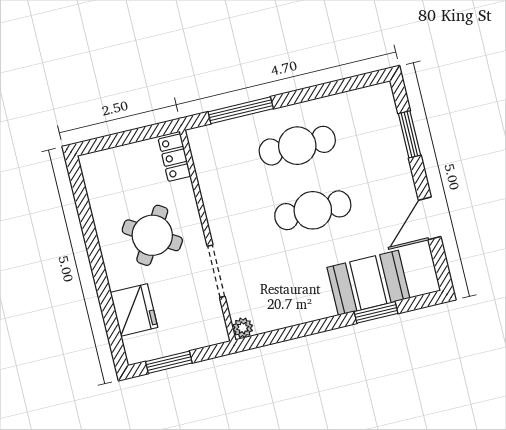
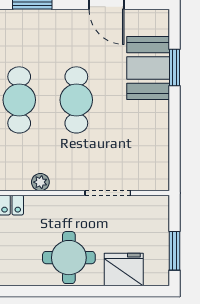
round table: (152, 235) -> (69, 258), moved, turned -32
plant: (243, 328) -> (40, 182), moved

